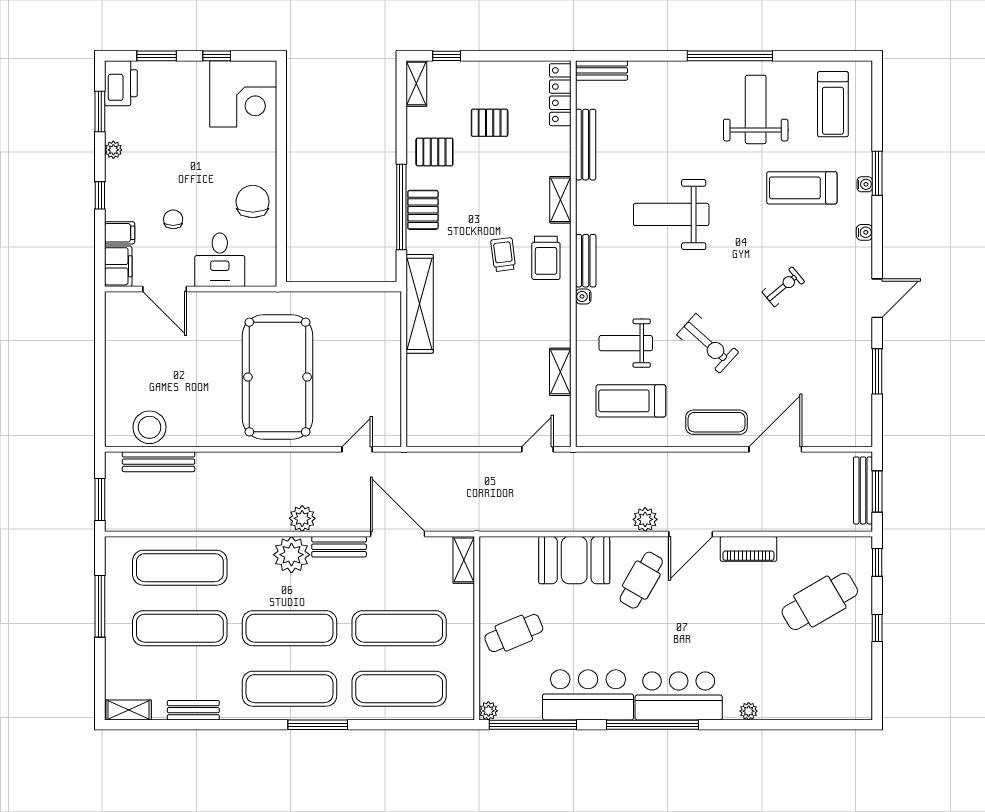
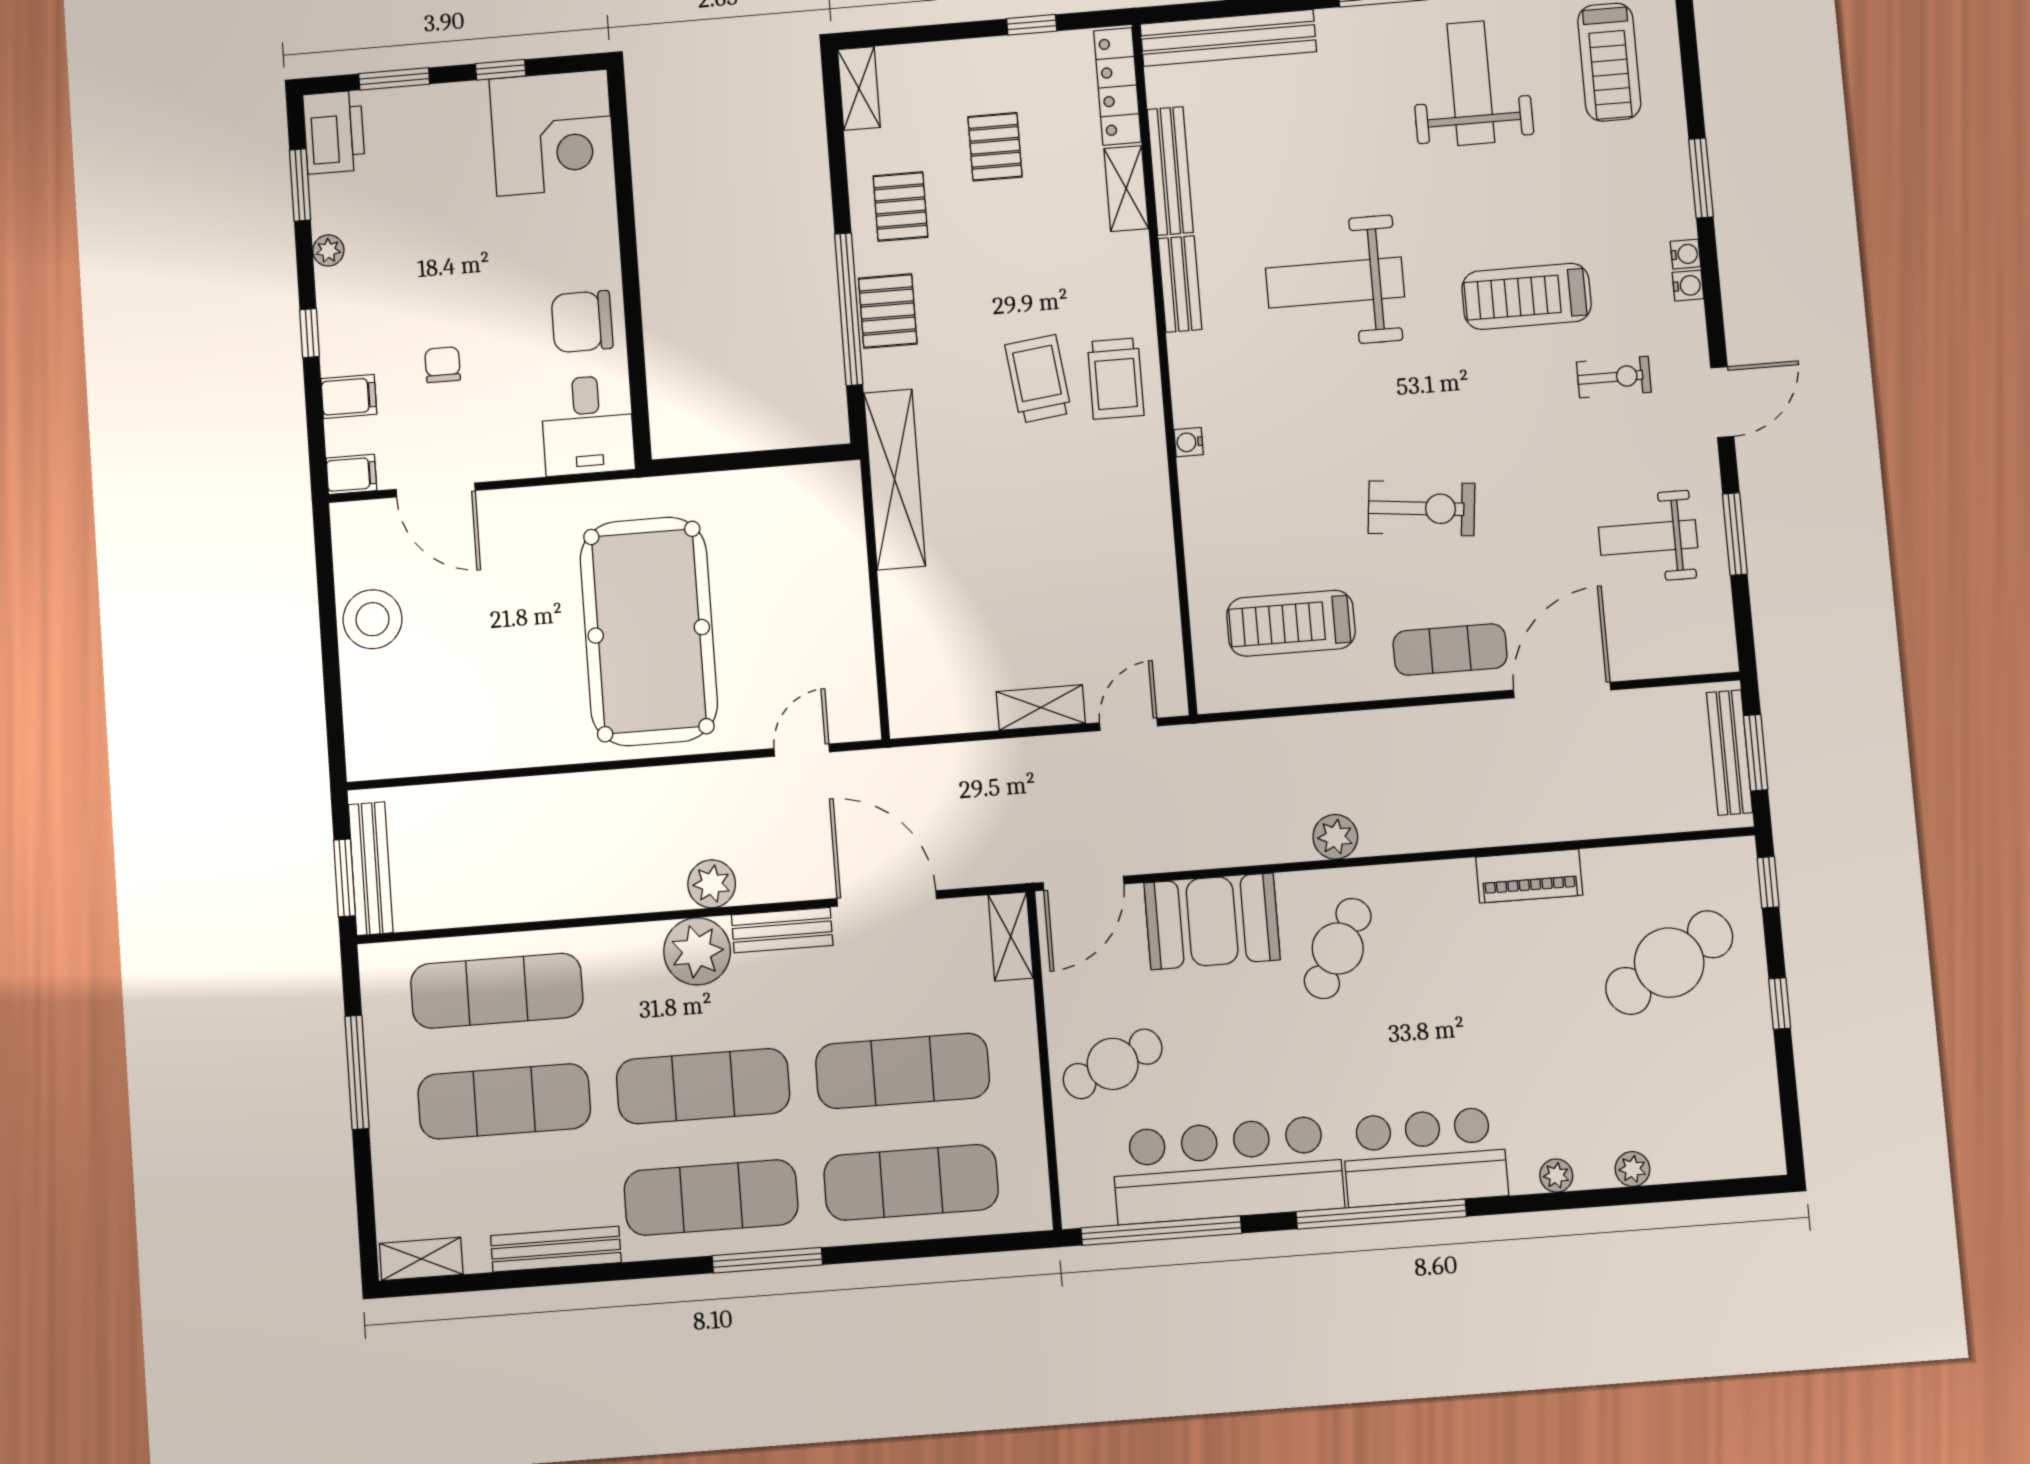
window: (447, 56) -> (1032, 25), moved
bench: (602, 70) -> (1228, 38), width x1.86, depth x1.21
pallet: (490, 123) -> (995, 147), turned 90
pallet: (434, 152) -> (900, 207), turned 90
water cooler: (865, 184) -> (1685, 254), moved
treadmill: (802, 188) -> (1526, 296), moved
shelving: (560, 200) -> (1126, 189), moved
chair: (253, 202) -> (582, 322), turned -90
trolley: (503, 255) -> (1038, 379), width x1.36, depth x1.39
desk: (220, 260) -> (588, 425), moved
bench: (586, 261) -> (1180, 284), moved
filing cabinet: (118, 266) -> (351, 474), width x0.50
exercise bike: (783, 287) -> (1614, 377), moved, turned 40
weight bench: (626, 343) -> (1648, 537), moved
exercise bike: (708, 343) -> (1421, 508), turned -36
shelving: (560, 372) -> (1041, 707), moved, turned 90
stool: (149, 427) -> (373, 619), moved
bench: (159, 462) -> (371, 869), moved, turned 90
door: (691, 534) -> (1084, 883), moved
bar counter: (588, 695) -> (1228, 1170), width x1.36
bench: (193, 710) -> (556, 1249), width x1.36
plant: (488, 711) -> (1632, 1169), moved

